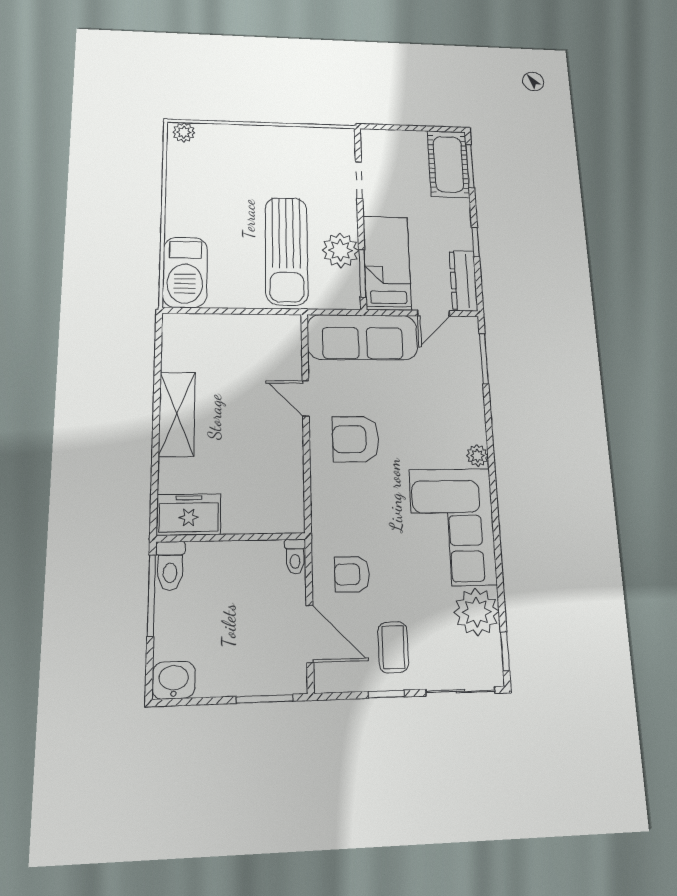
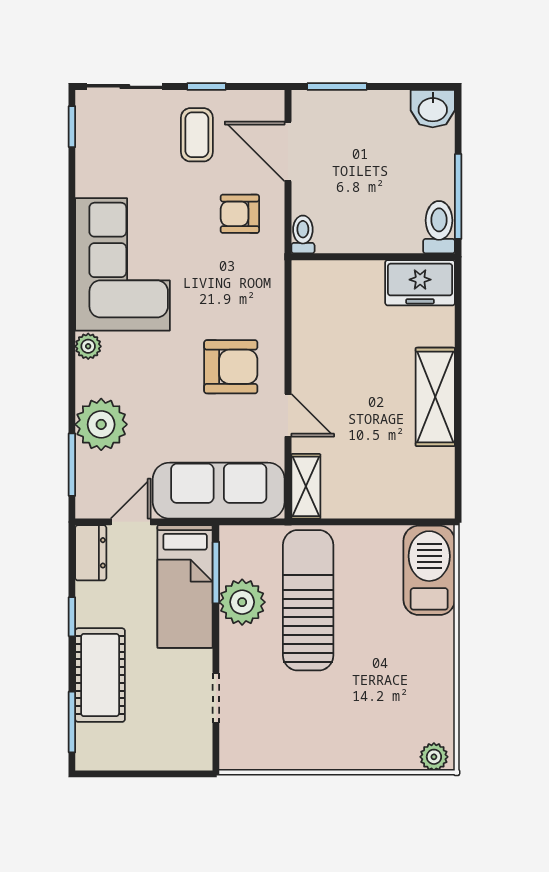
cot: (448, 164) -> (100, 675), moved
dresser: (463, 281) -> (91, 553), width x0.70
shelving: (290, 340) -> (306, 486), added
armchair: (352, 574) -> (240, 214), turned 180
plant: (477, 612) -> (101, 424), moved

